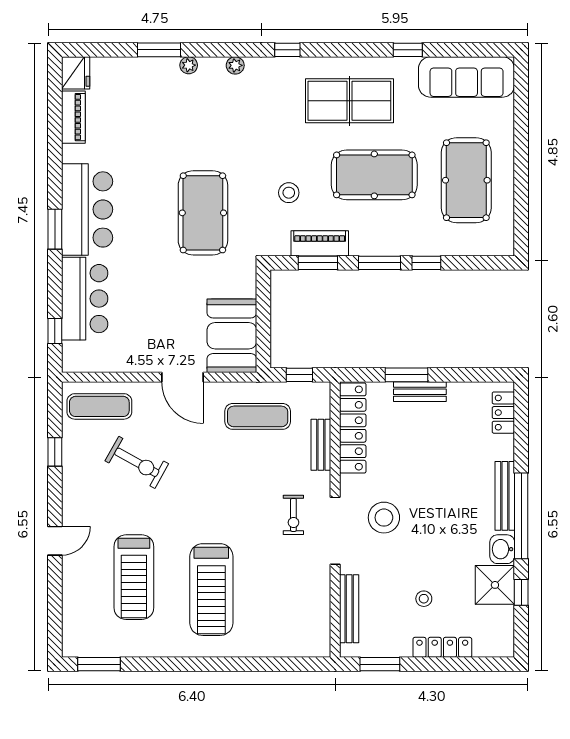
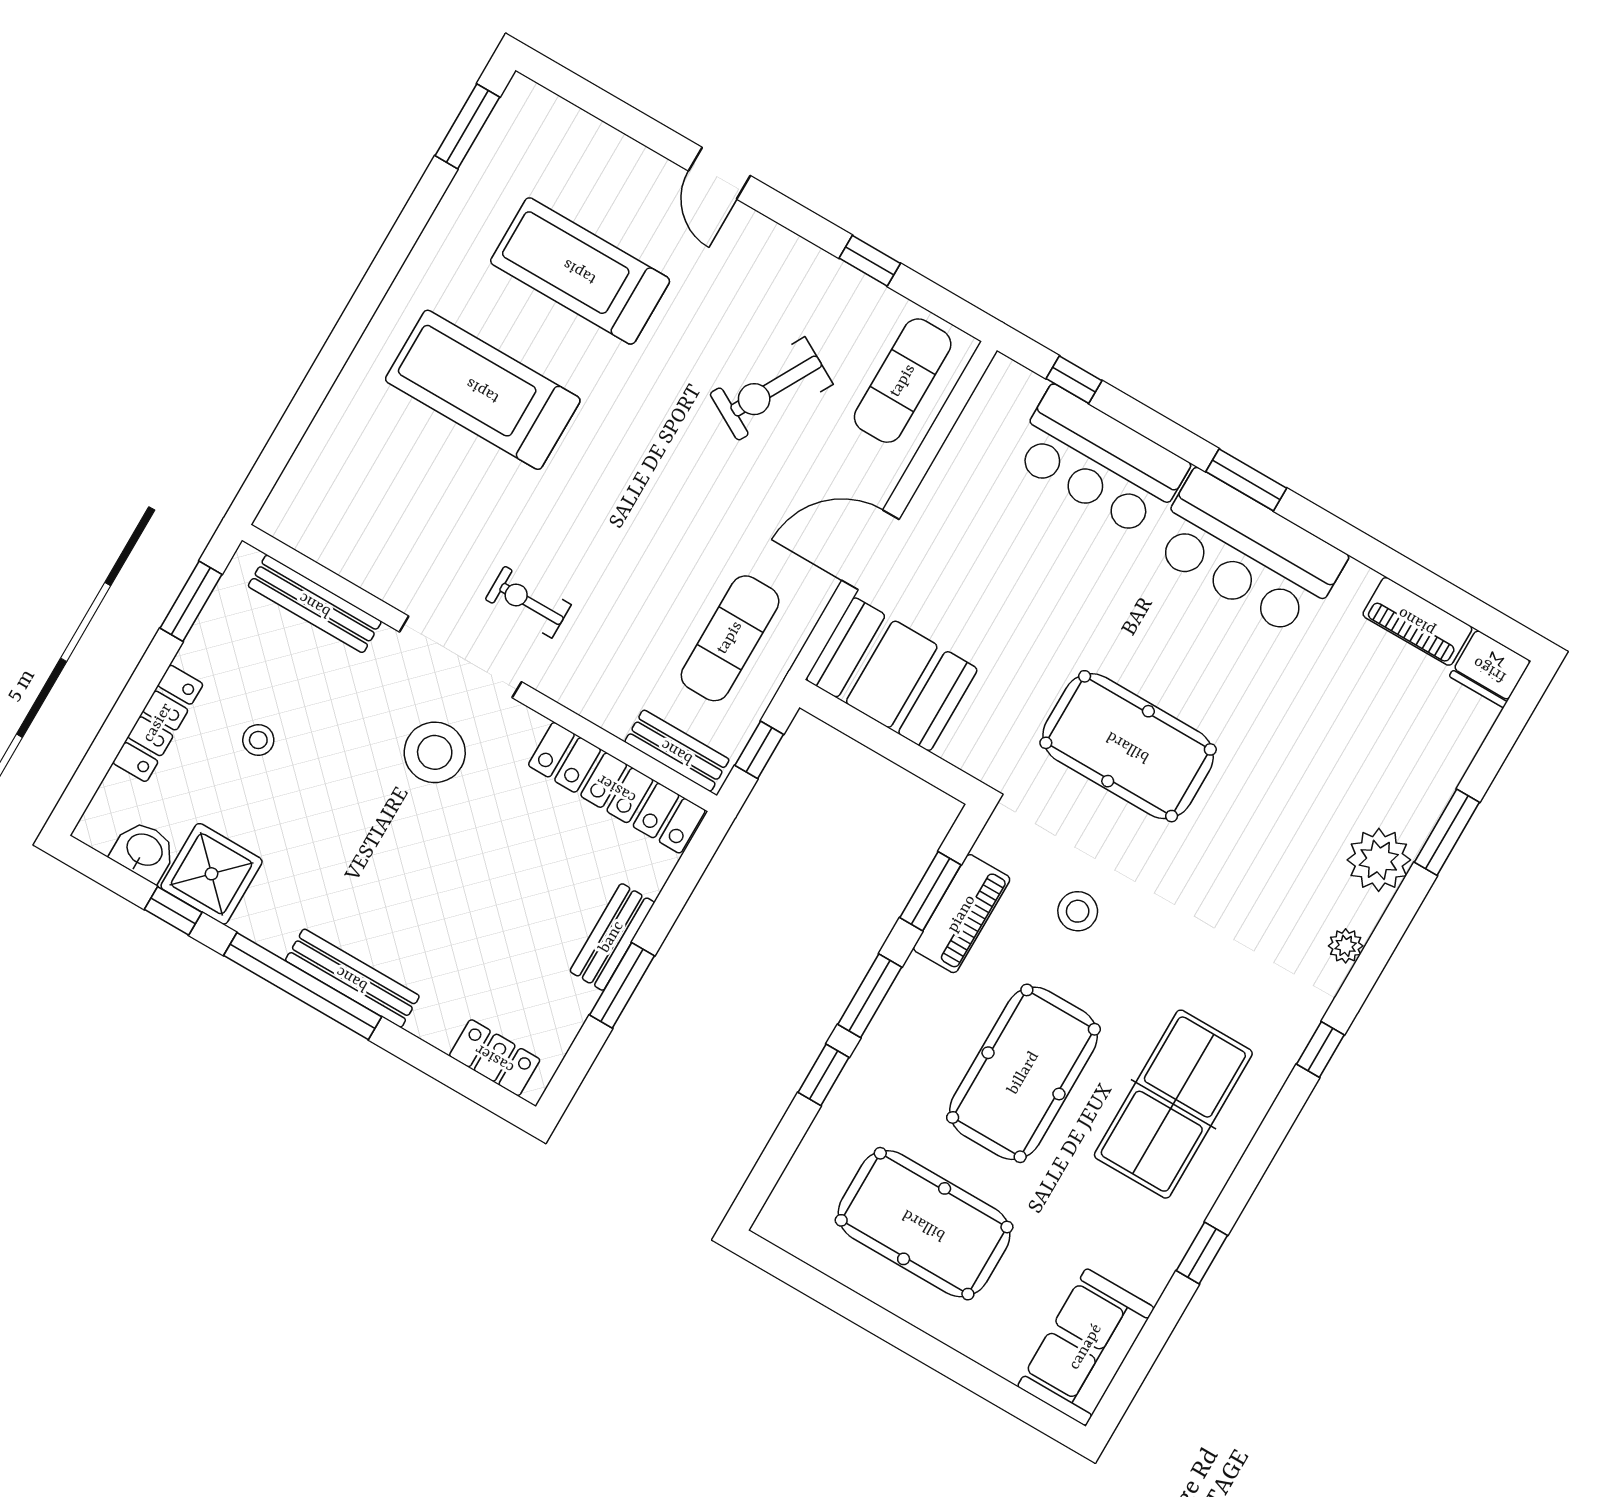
plant: (189, 65) -> (1379, 860), width x1.88, depth x1.88
sofa: (467, 77) -> (1086, 1347), width x0.73
window: (407, 375) -> (622, 985), moved
bench: (321, 445) -> (677, 751), moved
washbasin: (502, 549) -> (144, 851), moved

